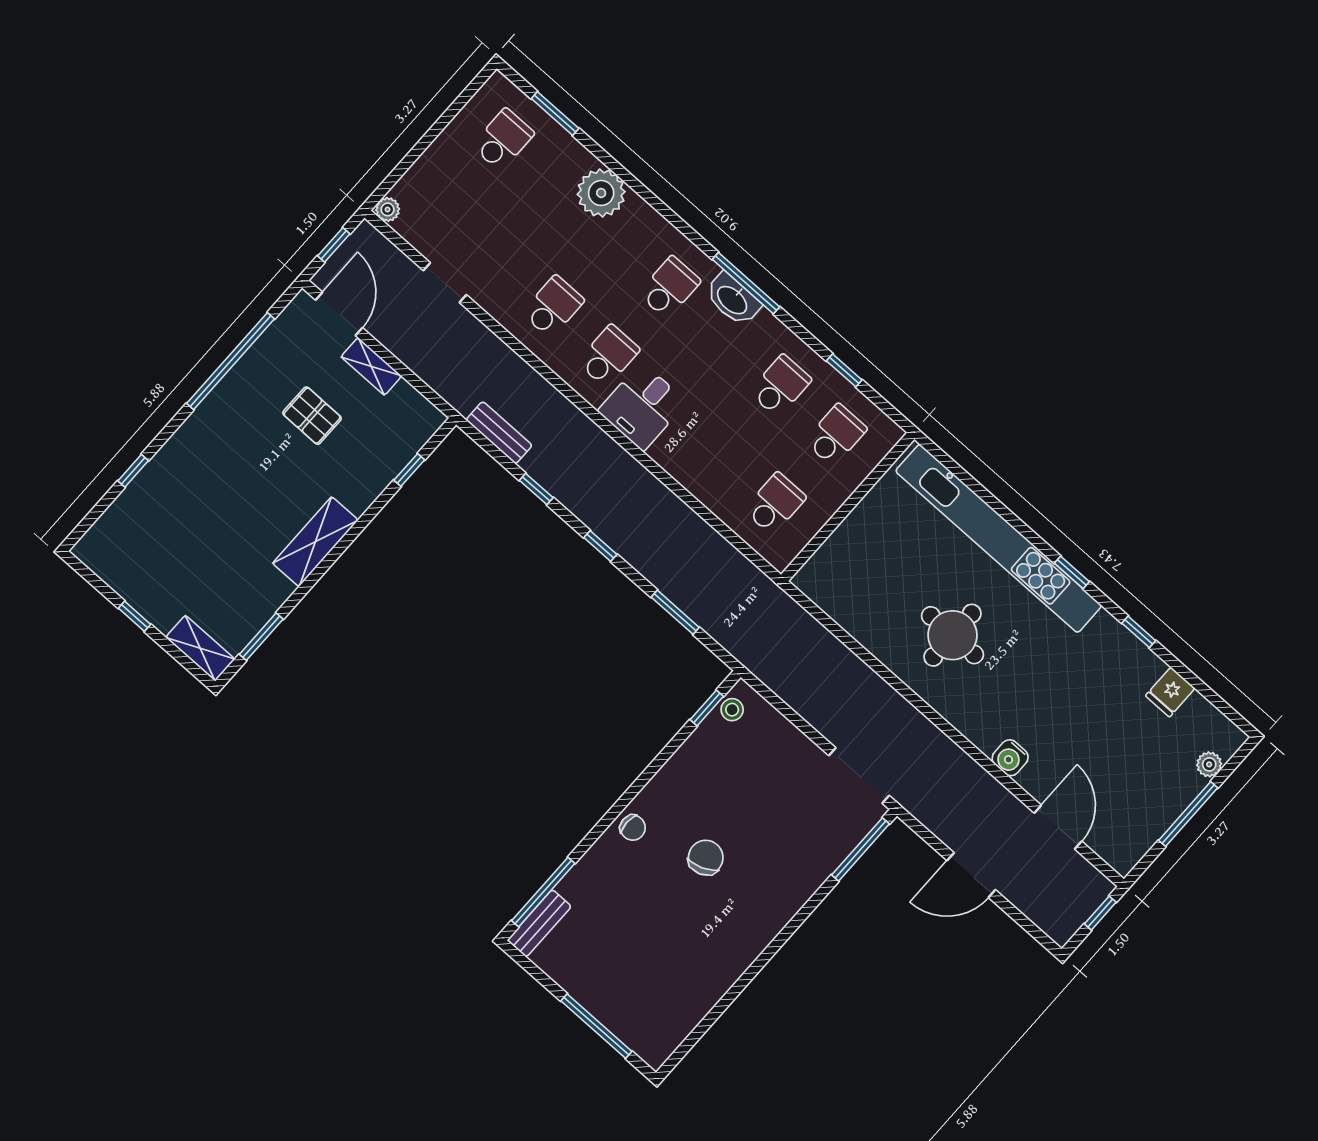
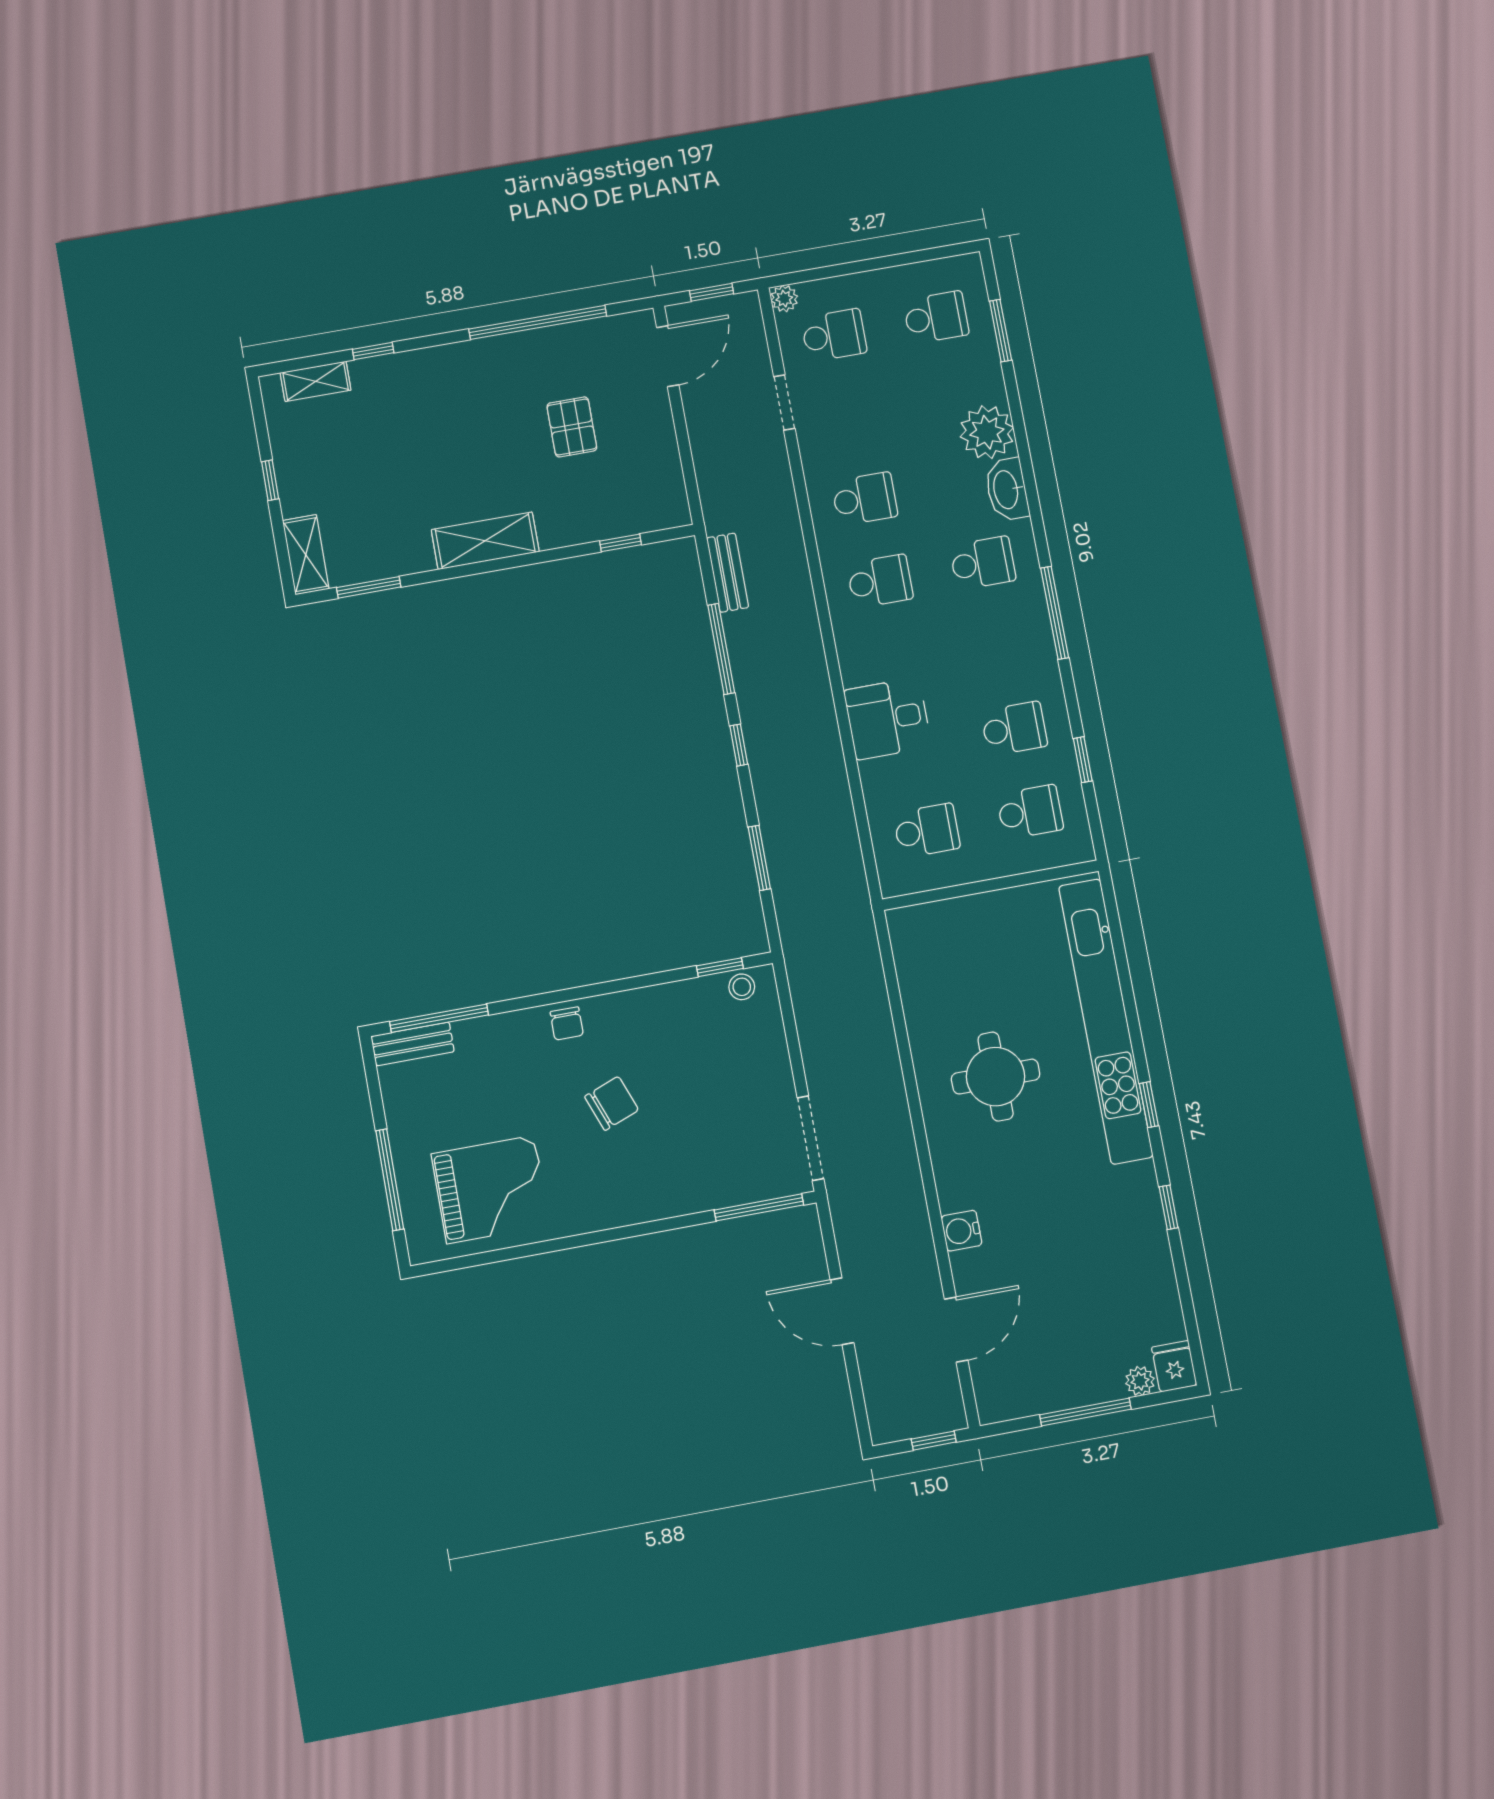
school desk: (442, 208) -> (834, 335), added
washbasin: (733, 299) -> (1007, 489), moved
shelving: (371, 366) -> (316, 381), moved, turned 90
desk: (642, 407) -> (888, 719), moved
window: (536, 489) -> (721, 649), width x2.17
fridge: (1170, 692) -> (1174, 1366), moved, turned 90
grand piano: (670, 979) -> (491, 1189), added

